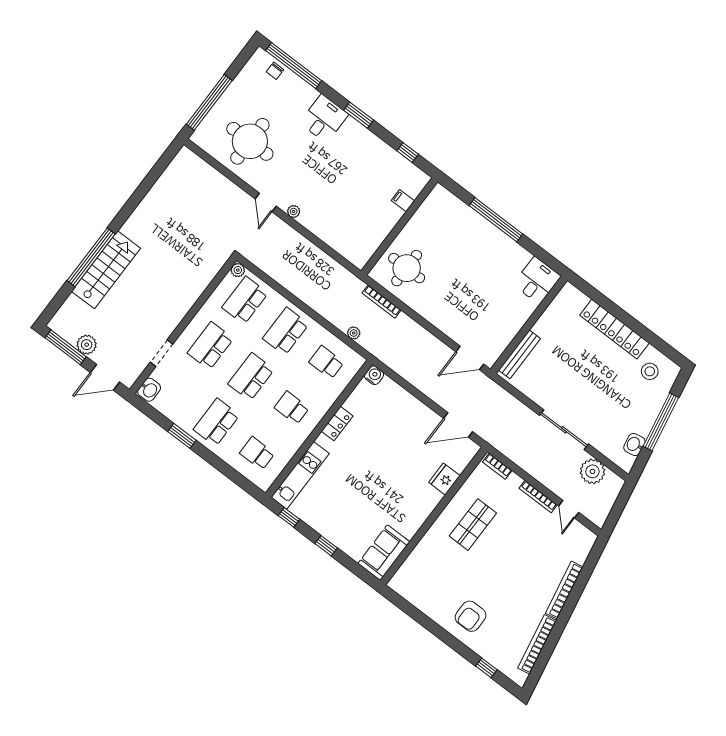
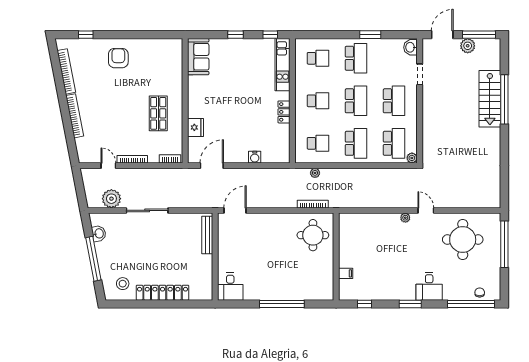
water cooler: (374, 375) -> (255, 157), moved

